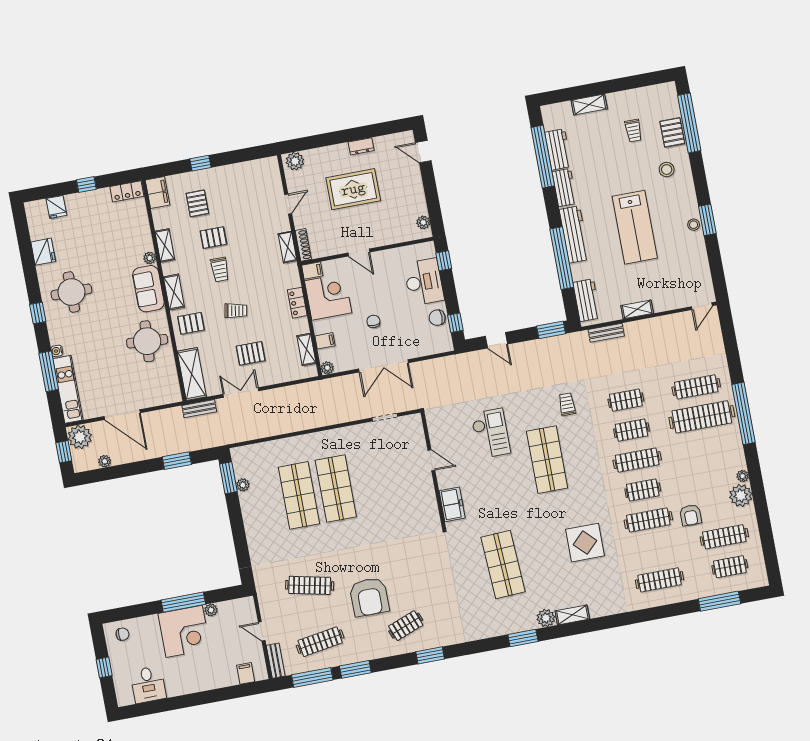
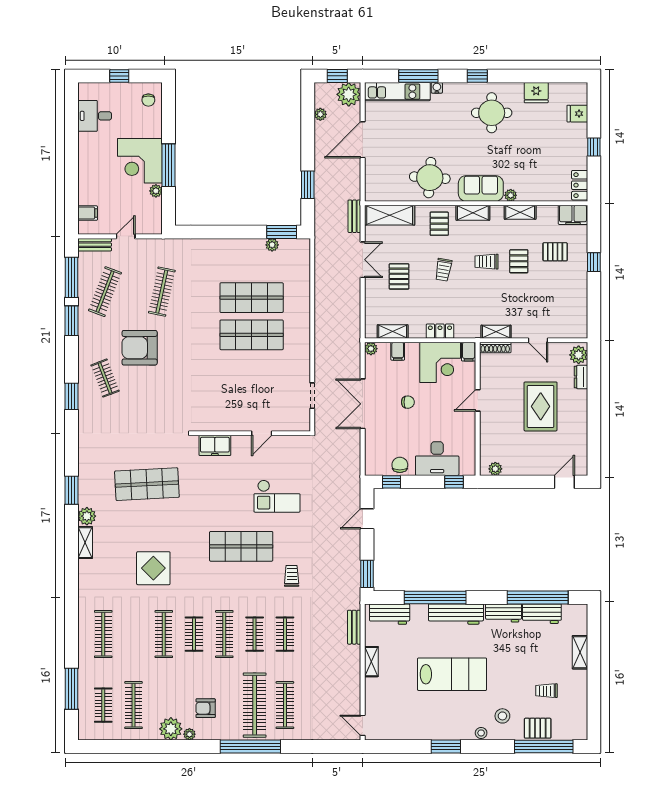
dresser: (361, 146) -> (581, 377), moved
stool: (694, 225) -> (481, 733), moved
lab bench: (635, 227) -> (452, 674), turned 180
trolley: (567, 404) -> (292, 576), turned -90
armchair: (691, 515) -> (206, 708), moved
clothes rail: (320, 642) -> (105, 292), turned 30

